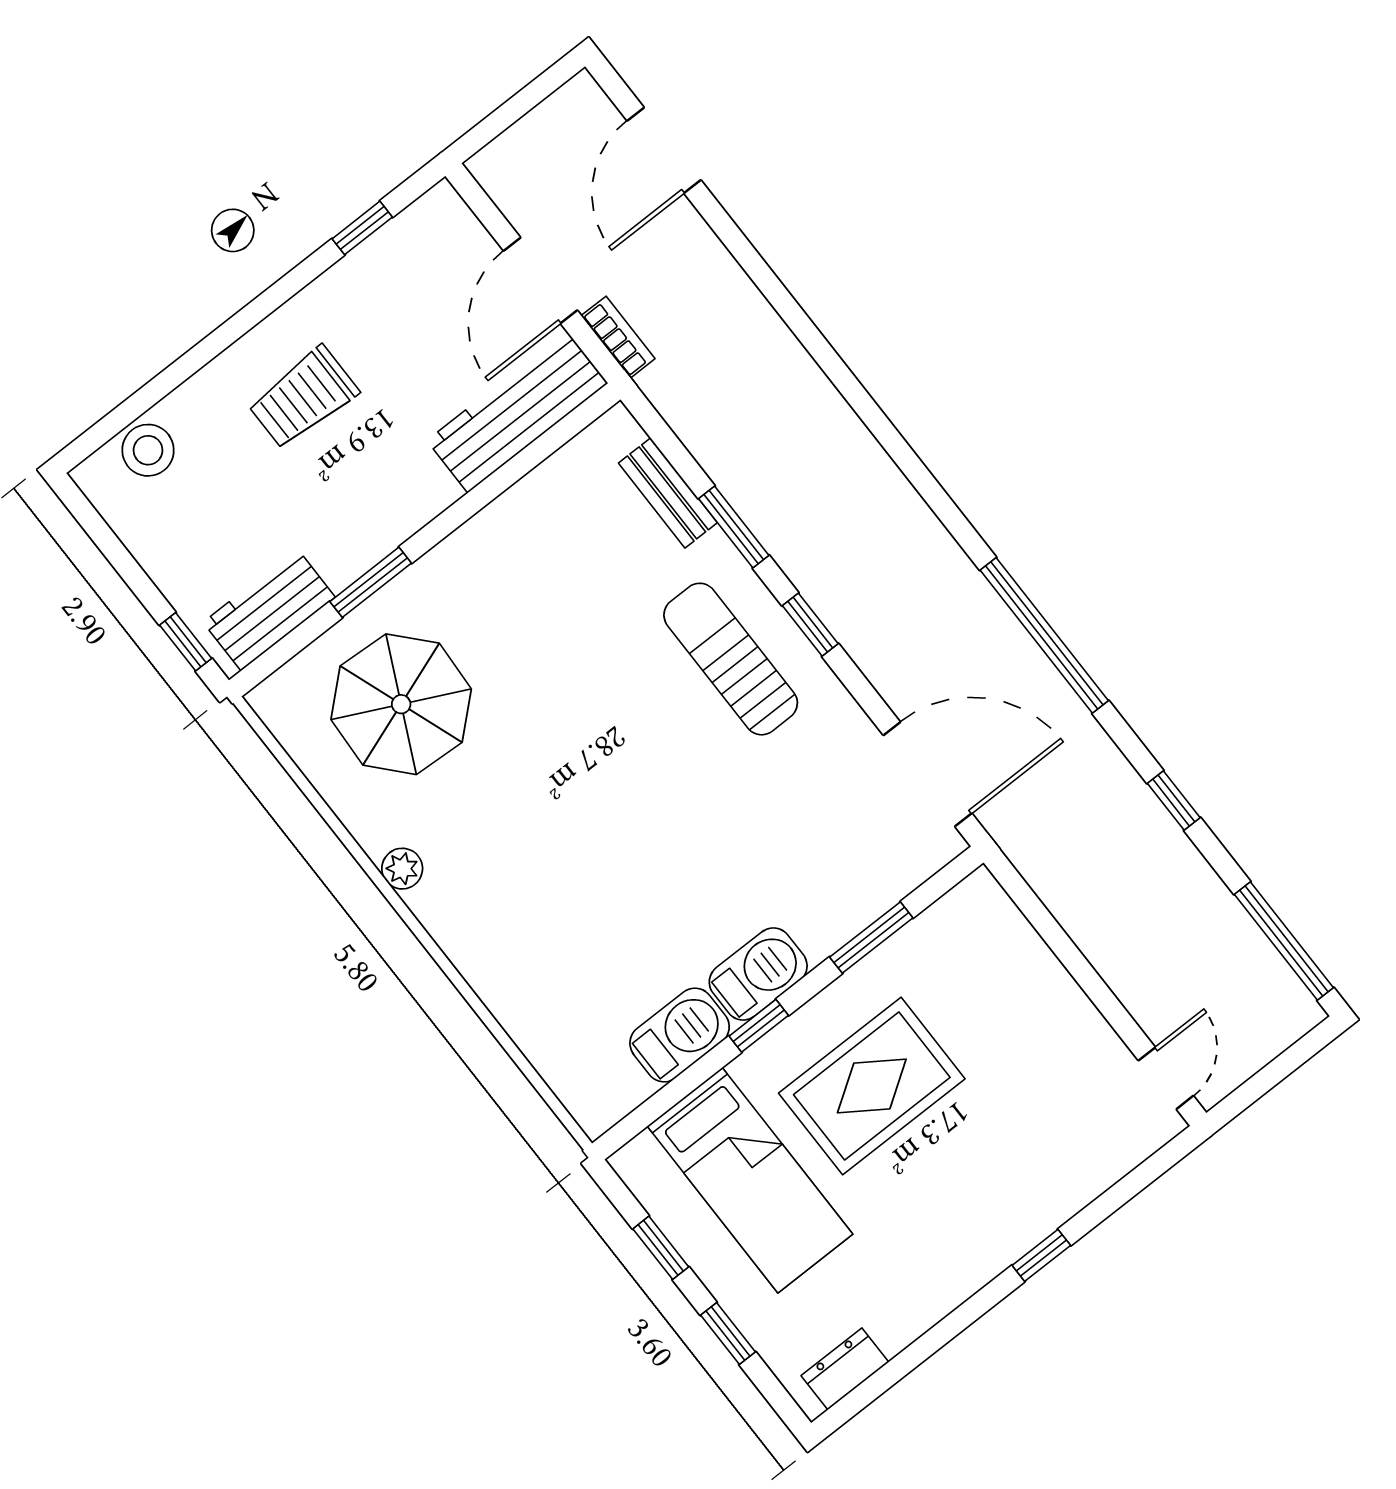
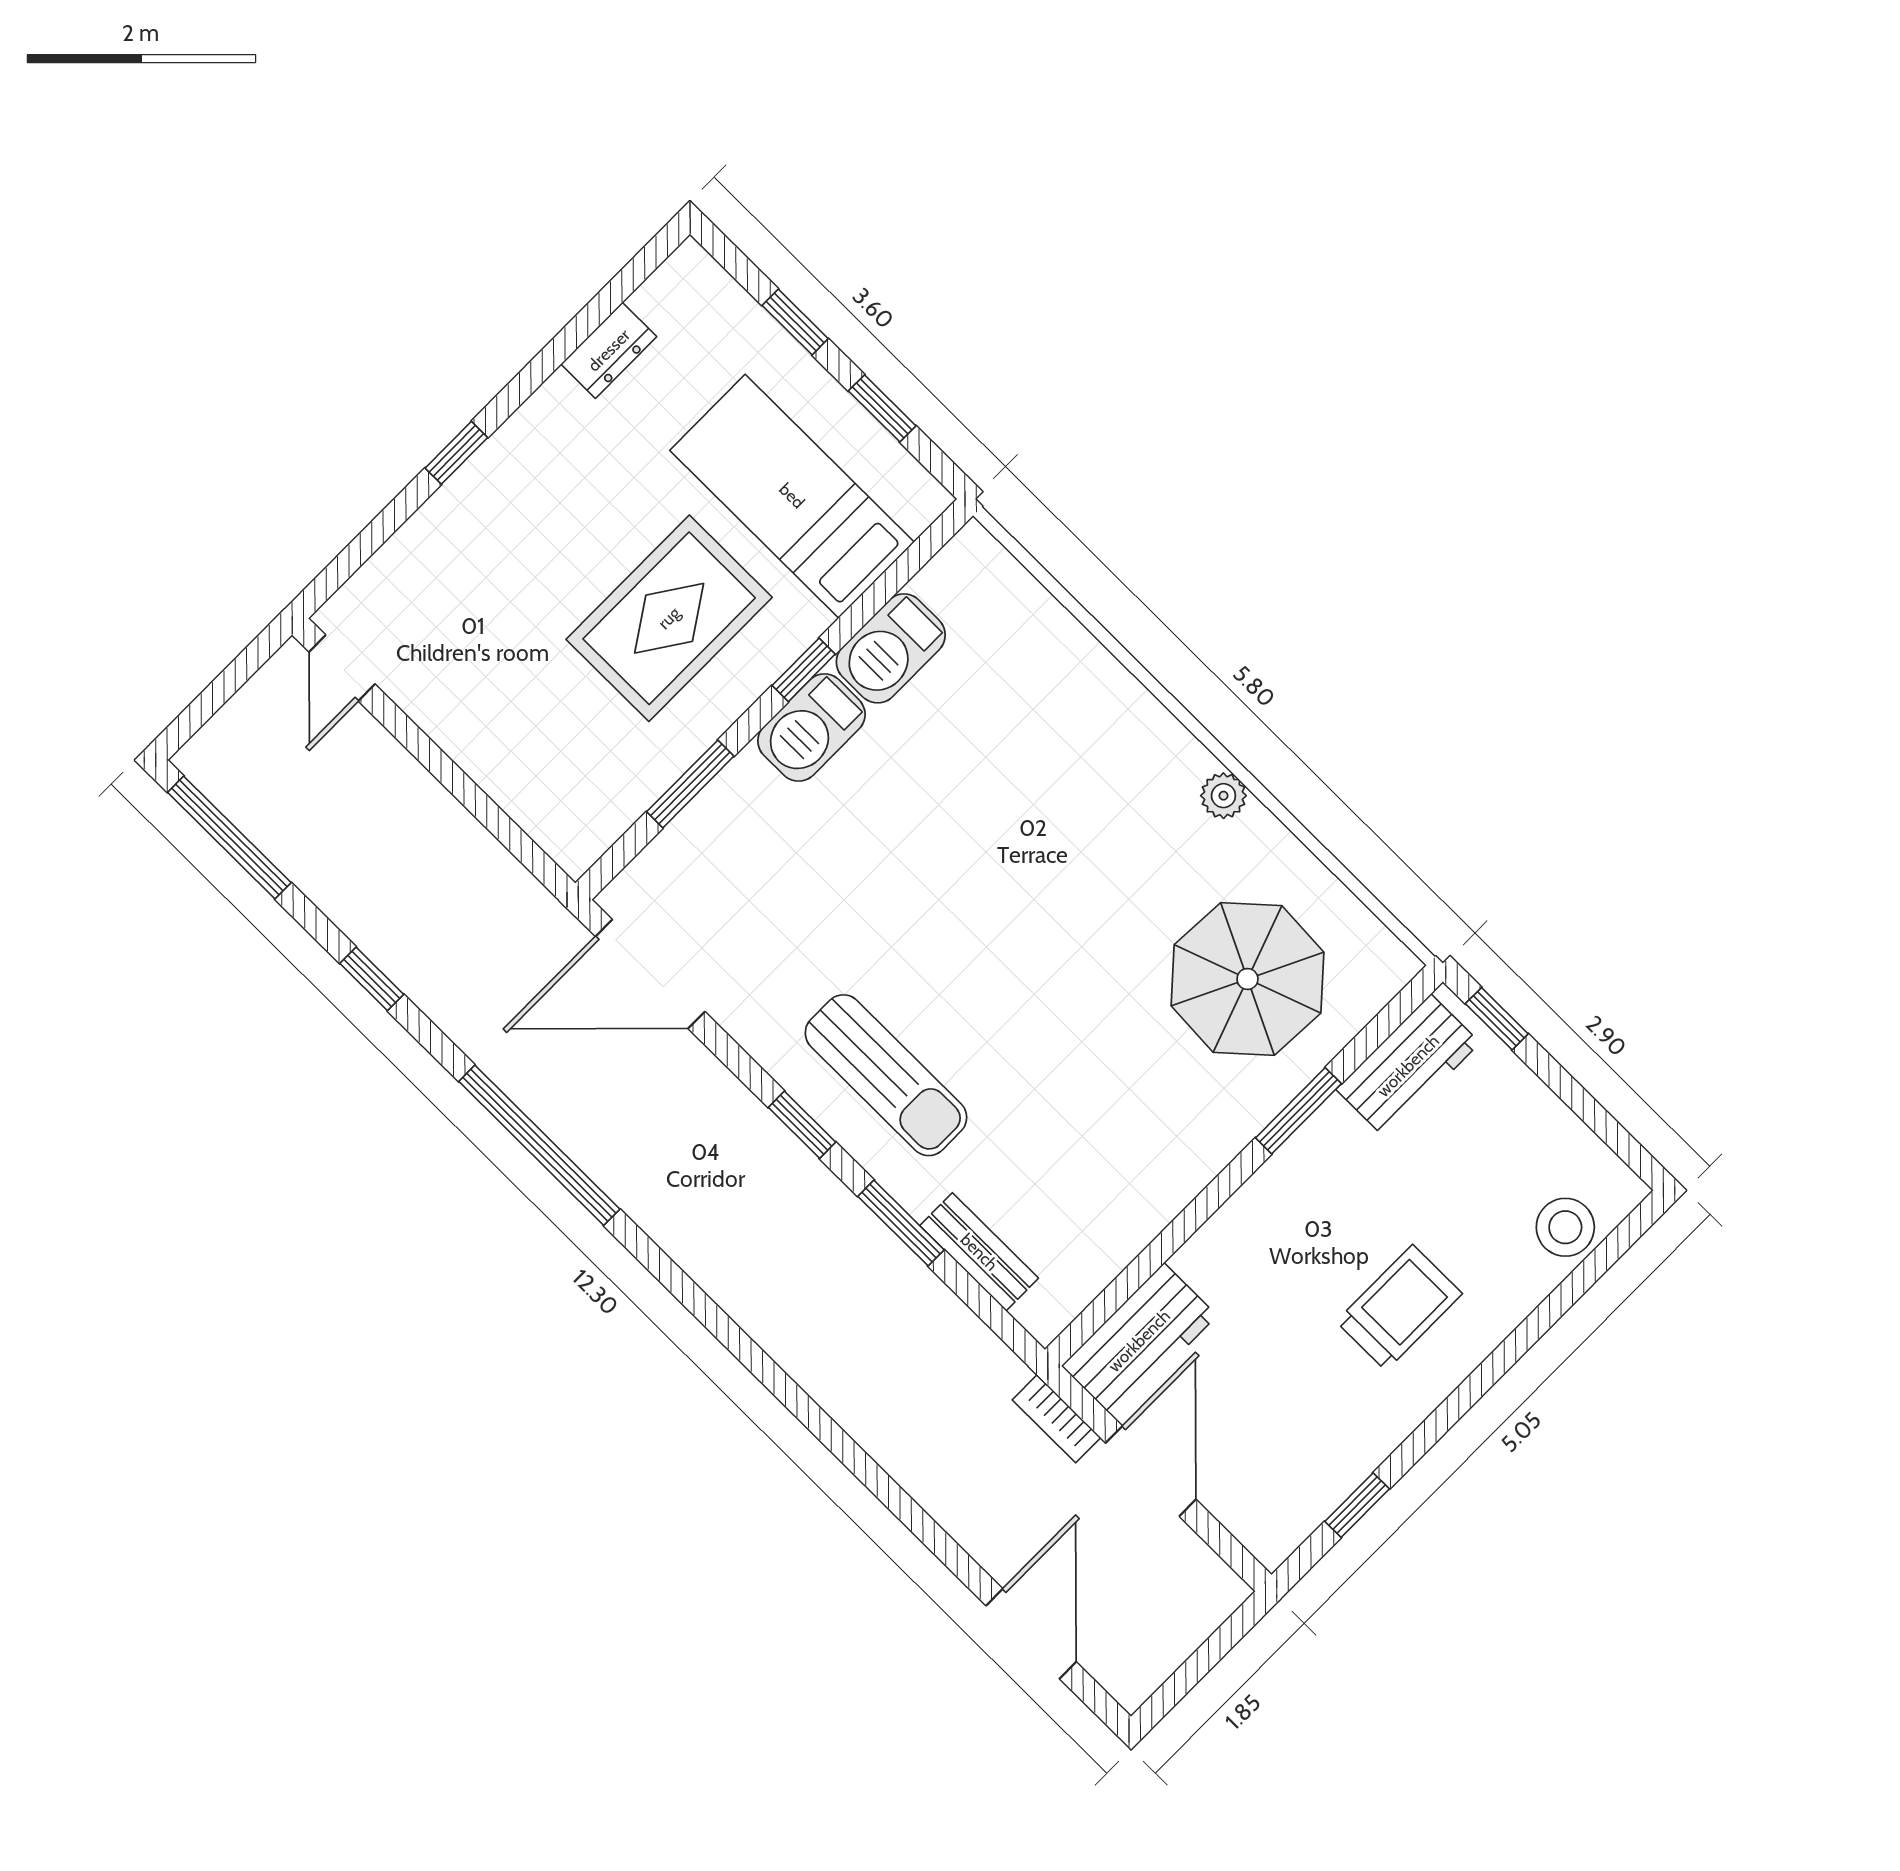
workbench: (517, 412) -> (1139, 1341), width x0.73
dresser: (845, 1369) -> (609, 350), moved

